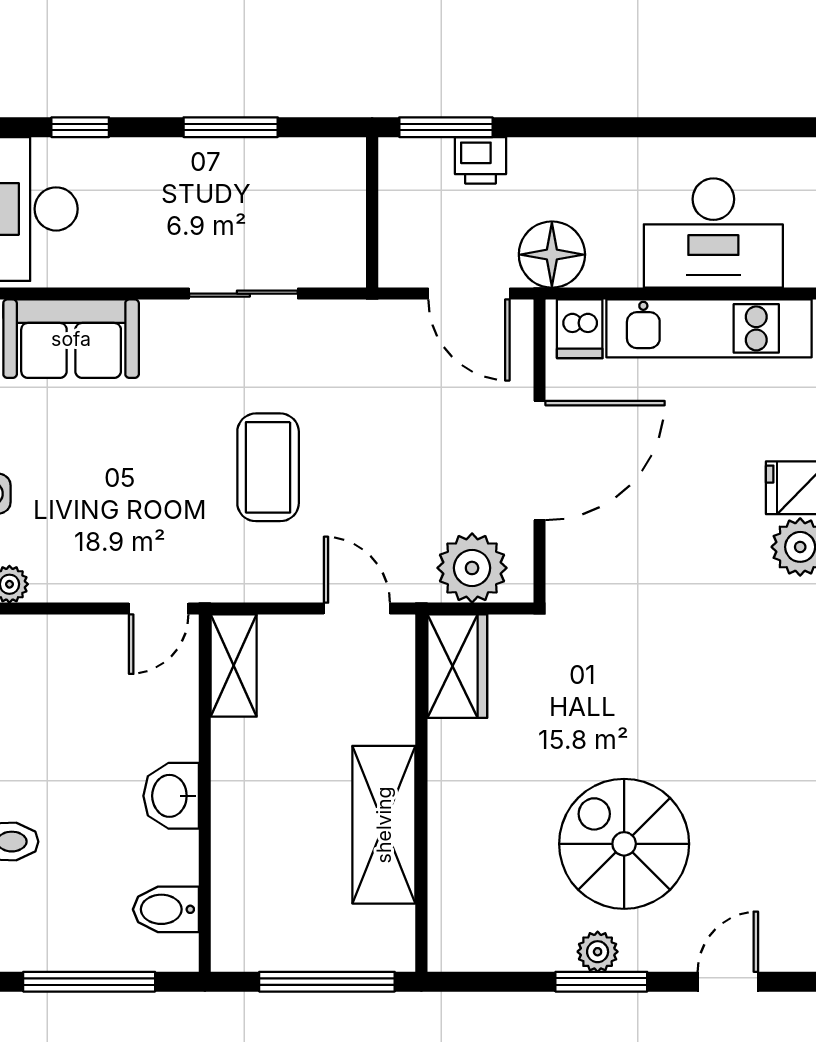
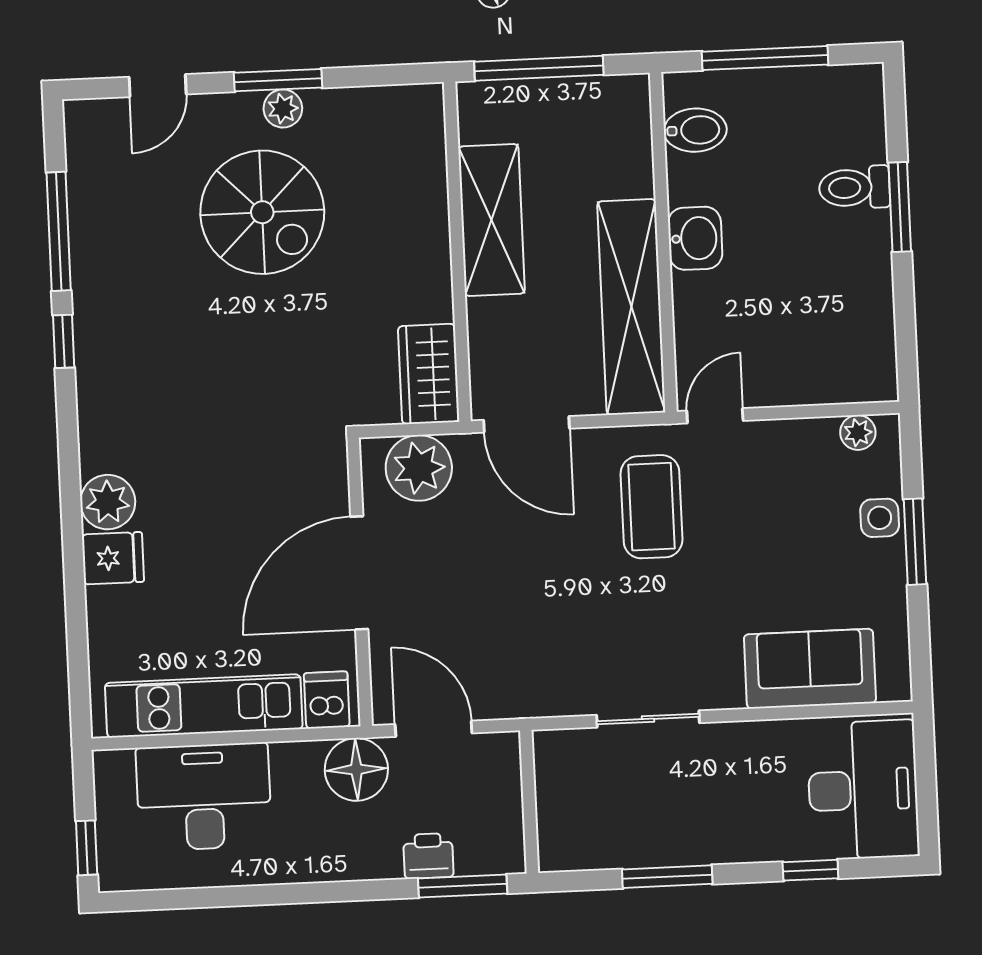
coffee table: (268, 467) -> (651, 507), moved
door: (357, 609) -> (527, 424), width x1.38
shelving: (234, 666) -> (631, 307), width x2.20, depth x1.33

